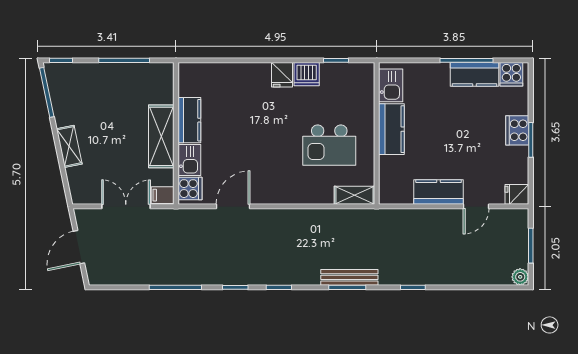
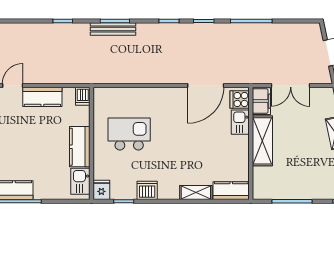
fridge: (282, 75) -> (101, 190), moved
kitchen counter: (189, 120) -> (231, 191), moved, turned 90
dishwasher: (388, 193) -> (83, 96), added
filing cabinet: (163, 195) -> (261, 101), width x2.00
shelving: (354, 195) -> (196, 192), moved
door: (233, 206) -> (206, 85), width x1.36

